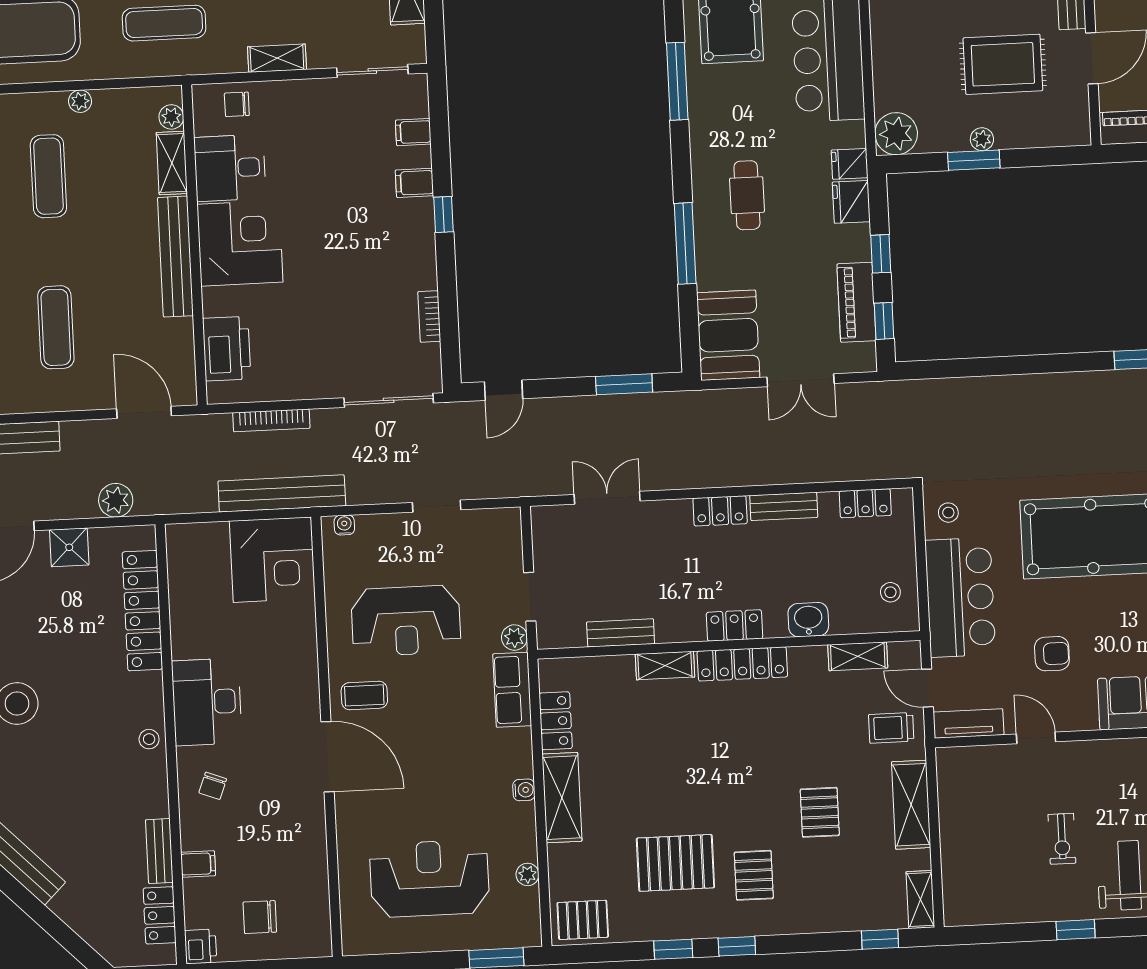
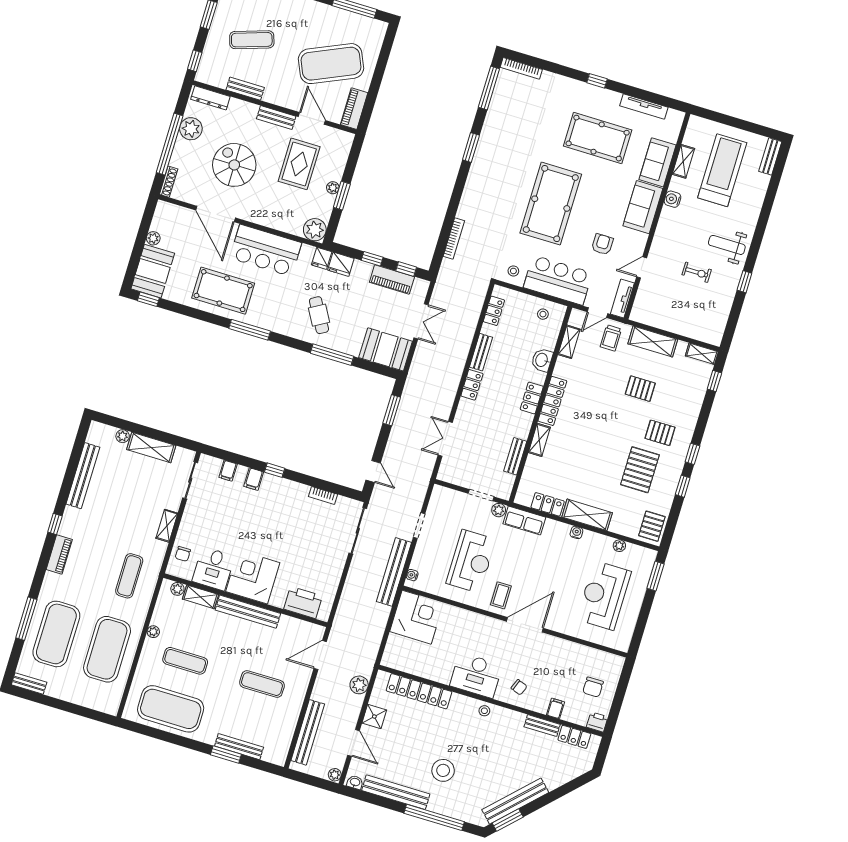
cafe table: (747, 195) -> (319, 315), turned 60
bookcase: (271, 420) -> (454, 239), moved
bench: (282, 493) -> (394, 572), moved

